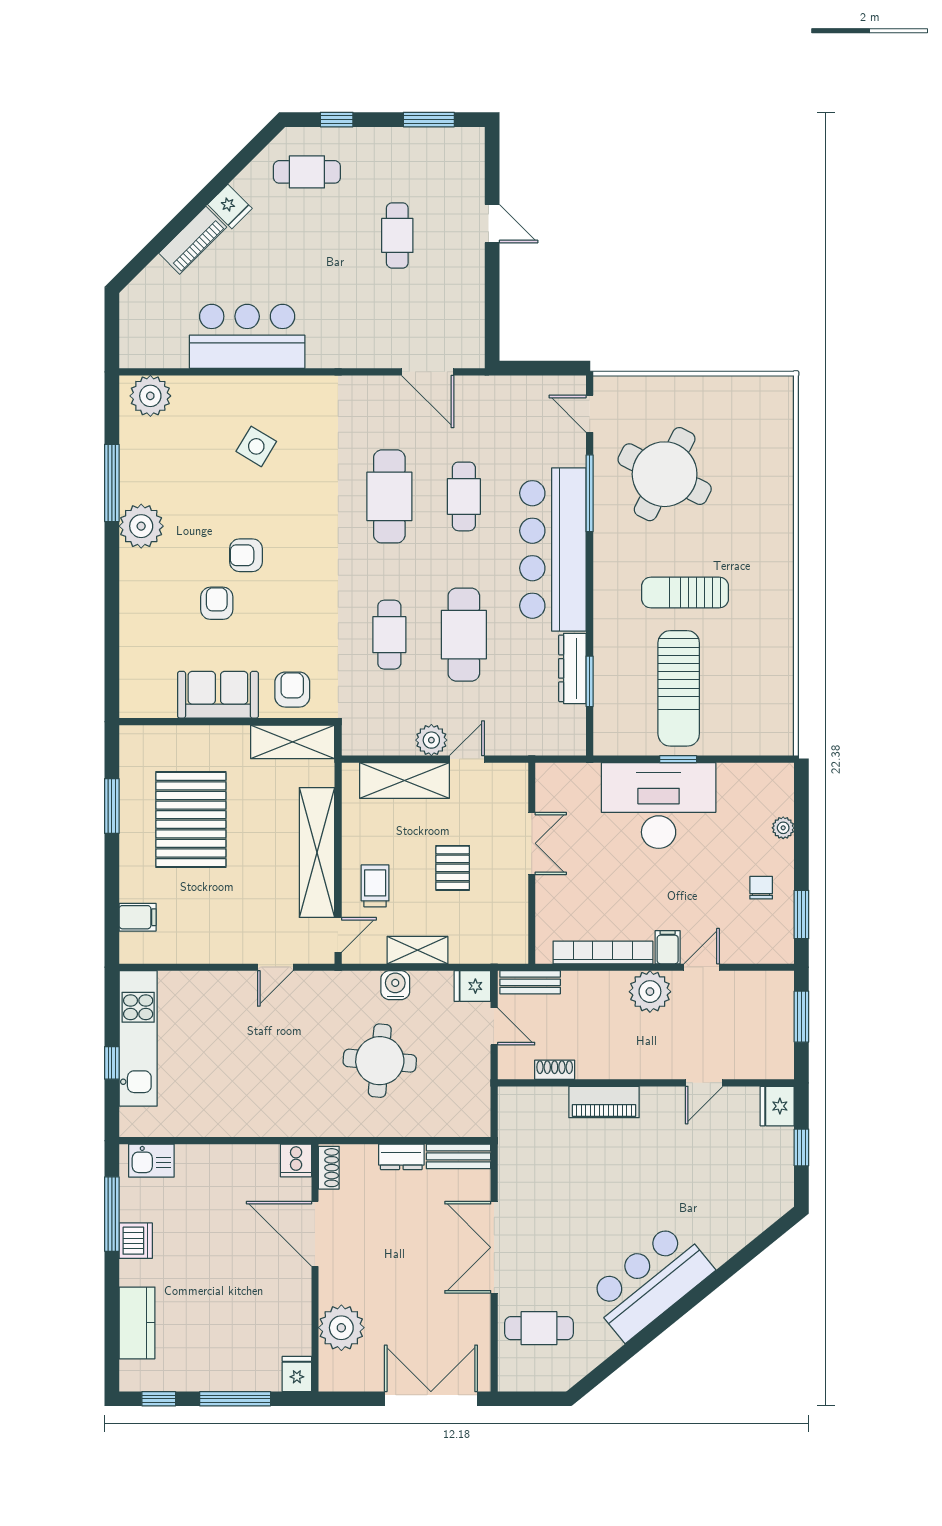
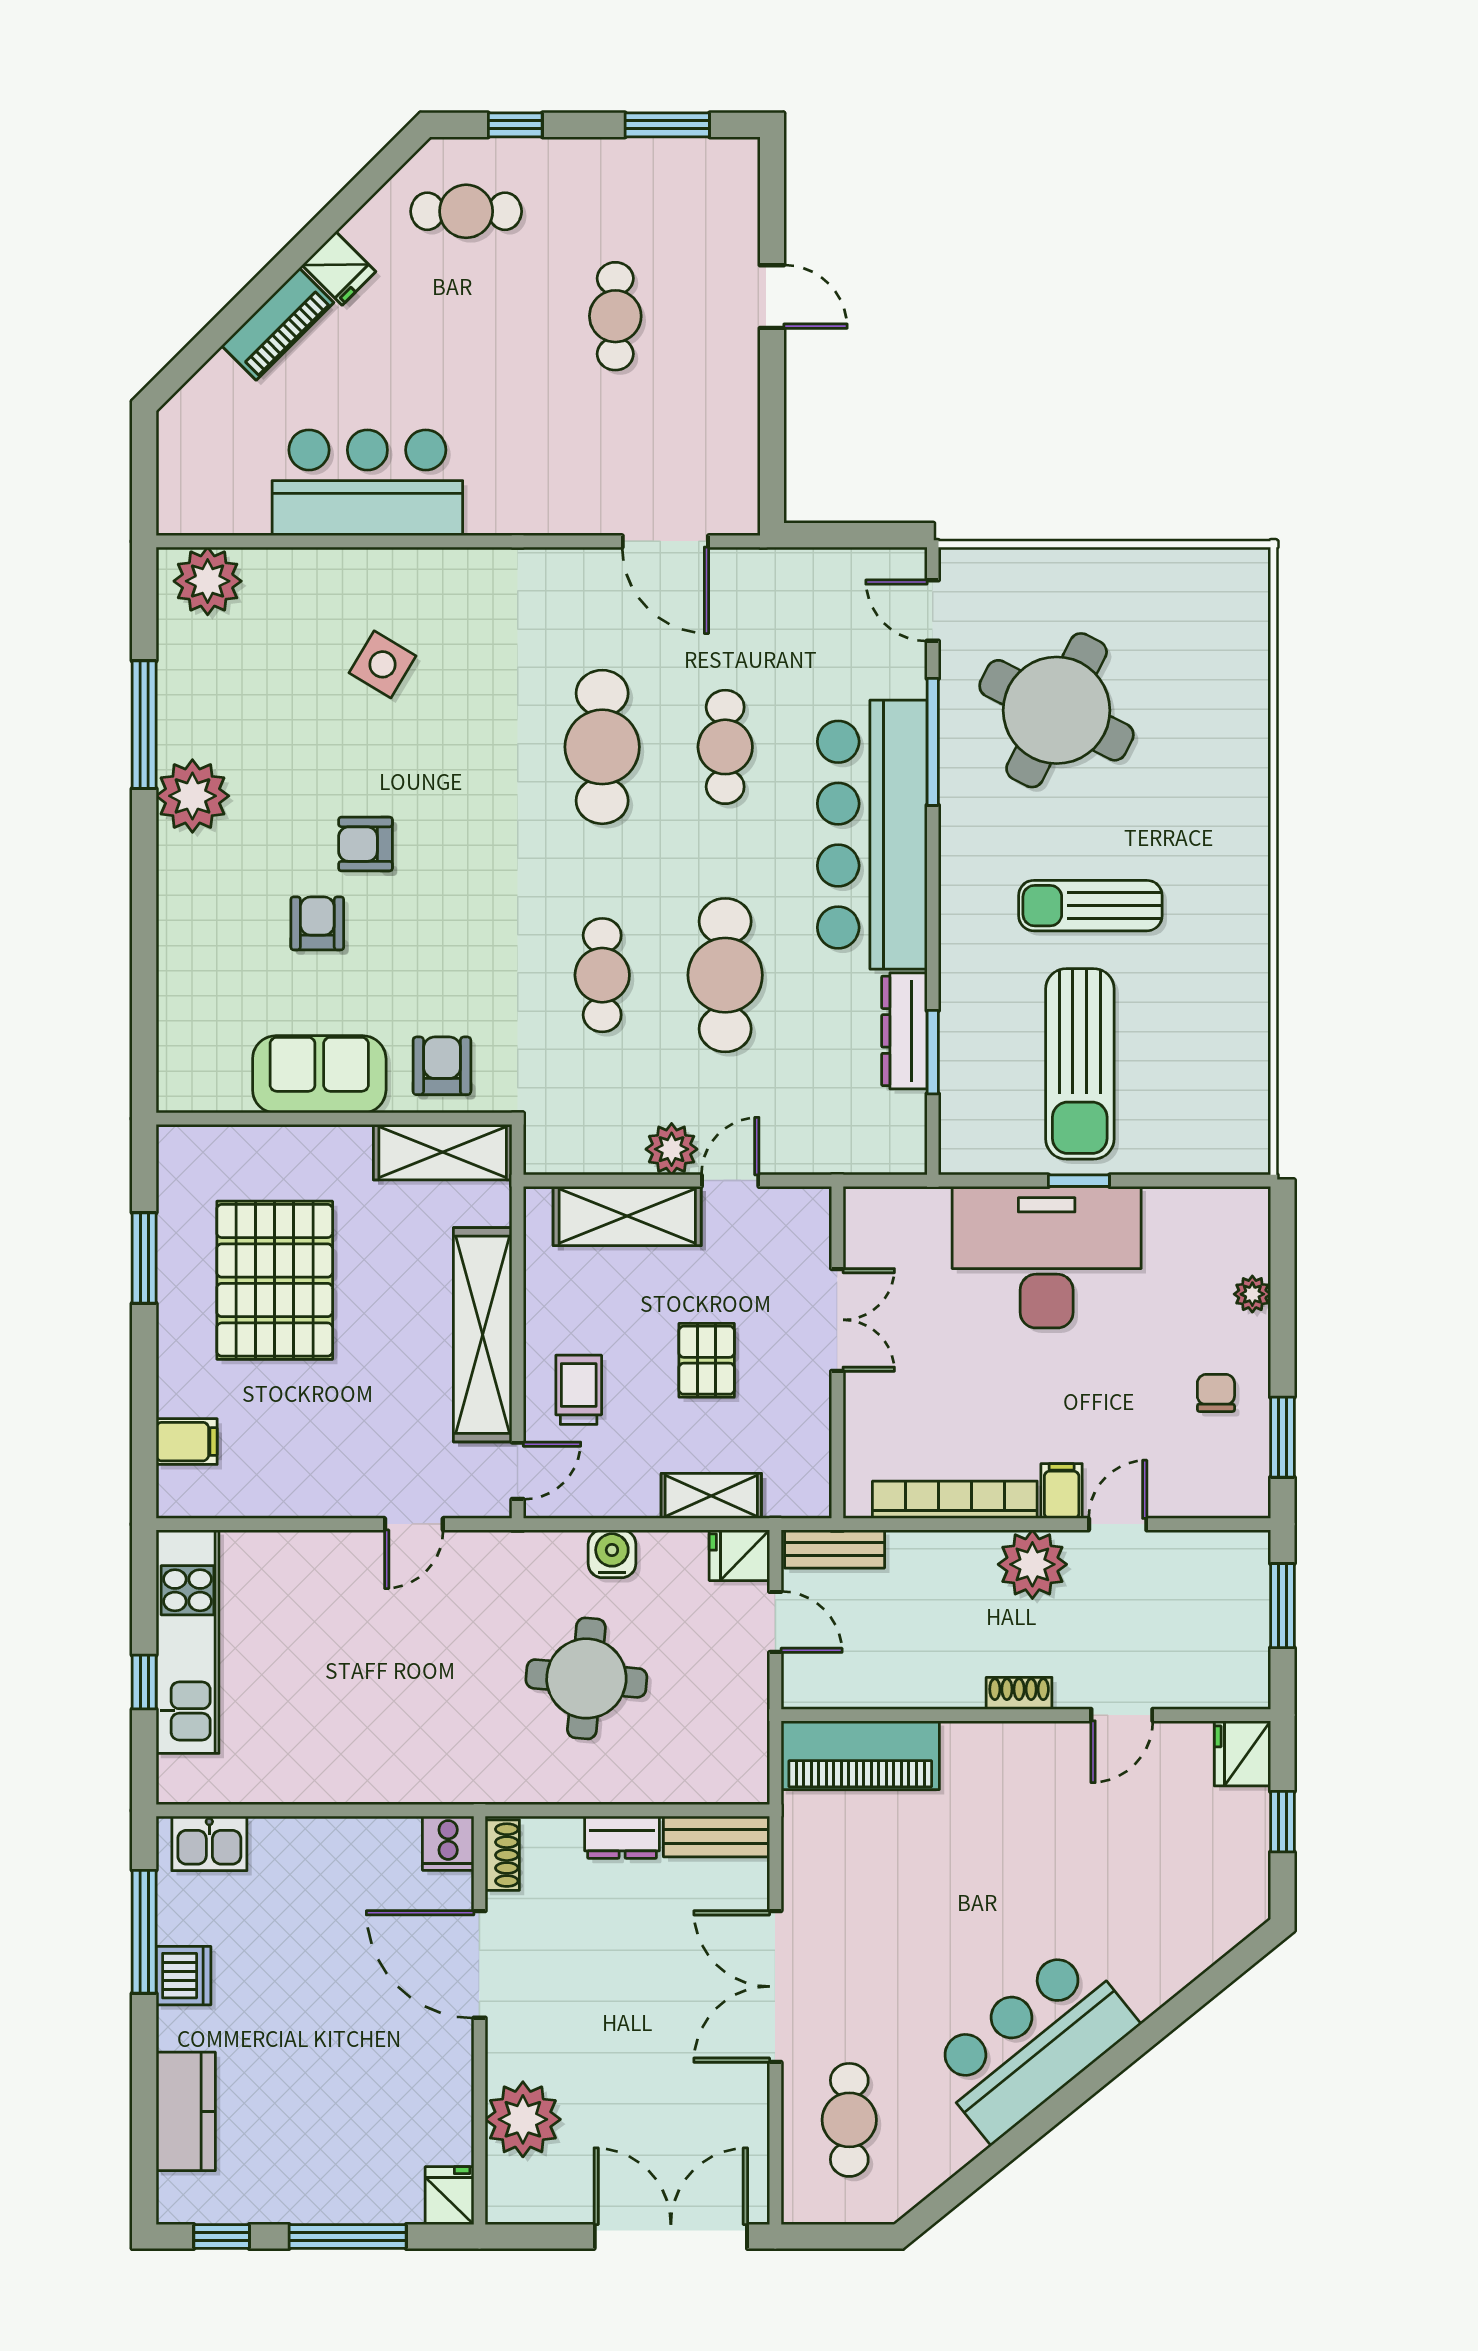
shelving: (417, 950) -> (711, 1496), moved
shoe rack: (555, 1070) -> (1019, 1693), moved
piano: (604, 1102) -> (860, 1755), moved, width x1.37, depth x1.33
cafe table: (539, 1328) -> (849, 2120), turned 90

